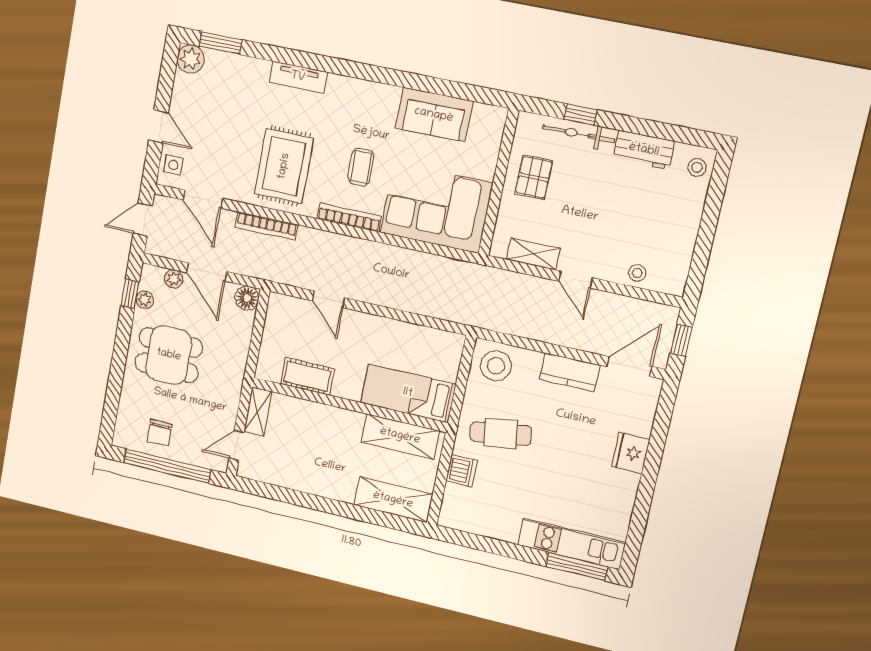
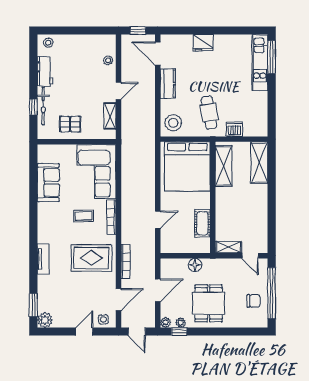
plant: (174, 279) -> (166, 322), moved
floor lamp: (247, 298) -> (195, 265), moved
bed: (408, 393) -> (187, 166), width x2.04

